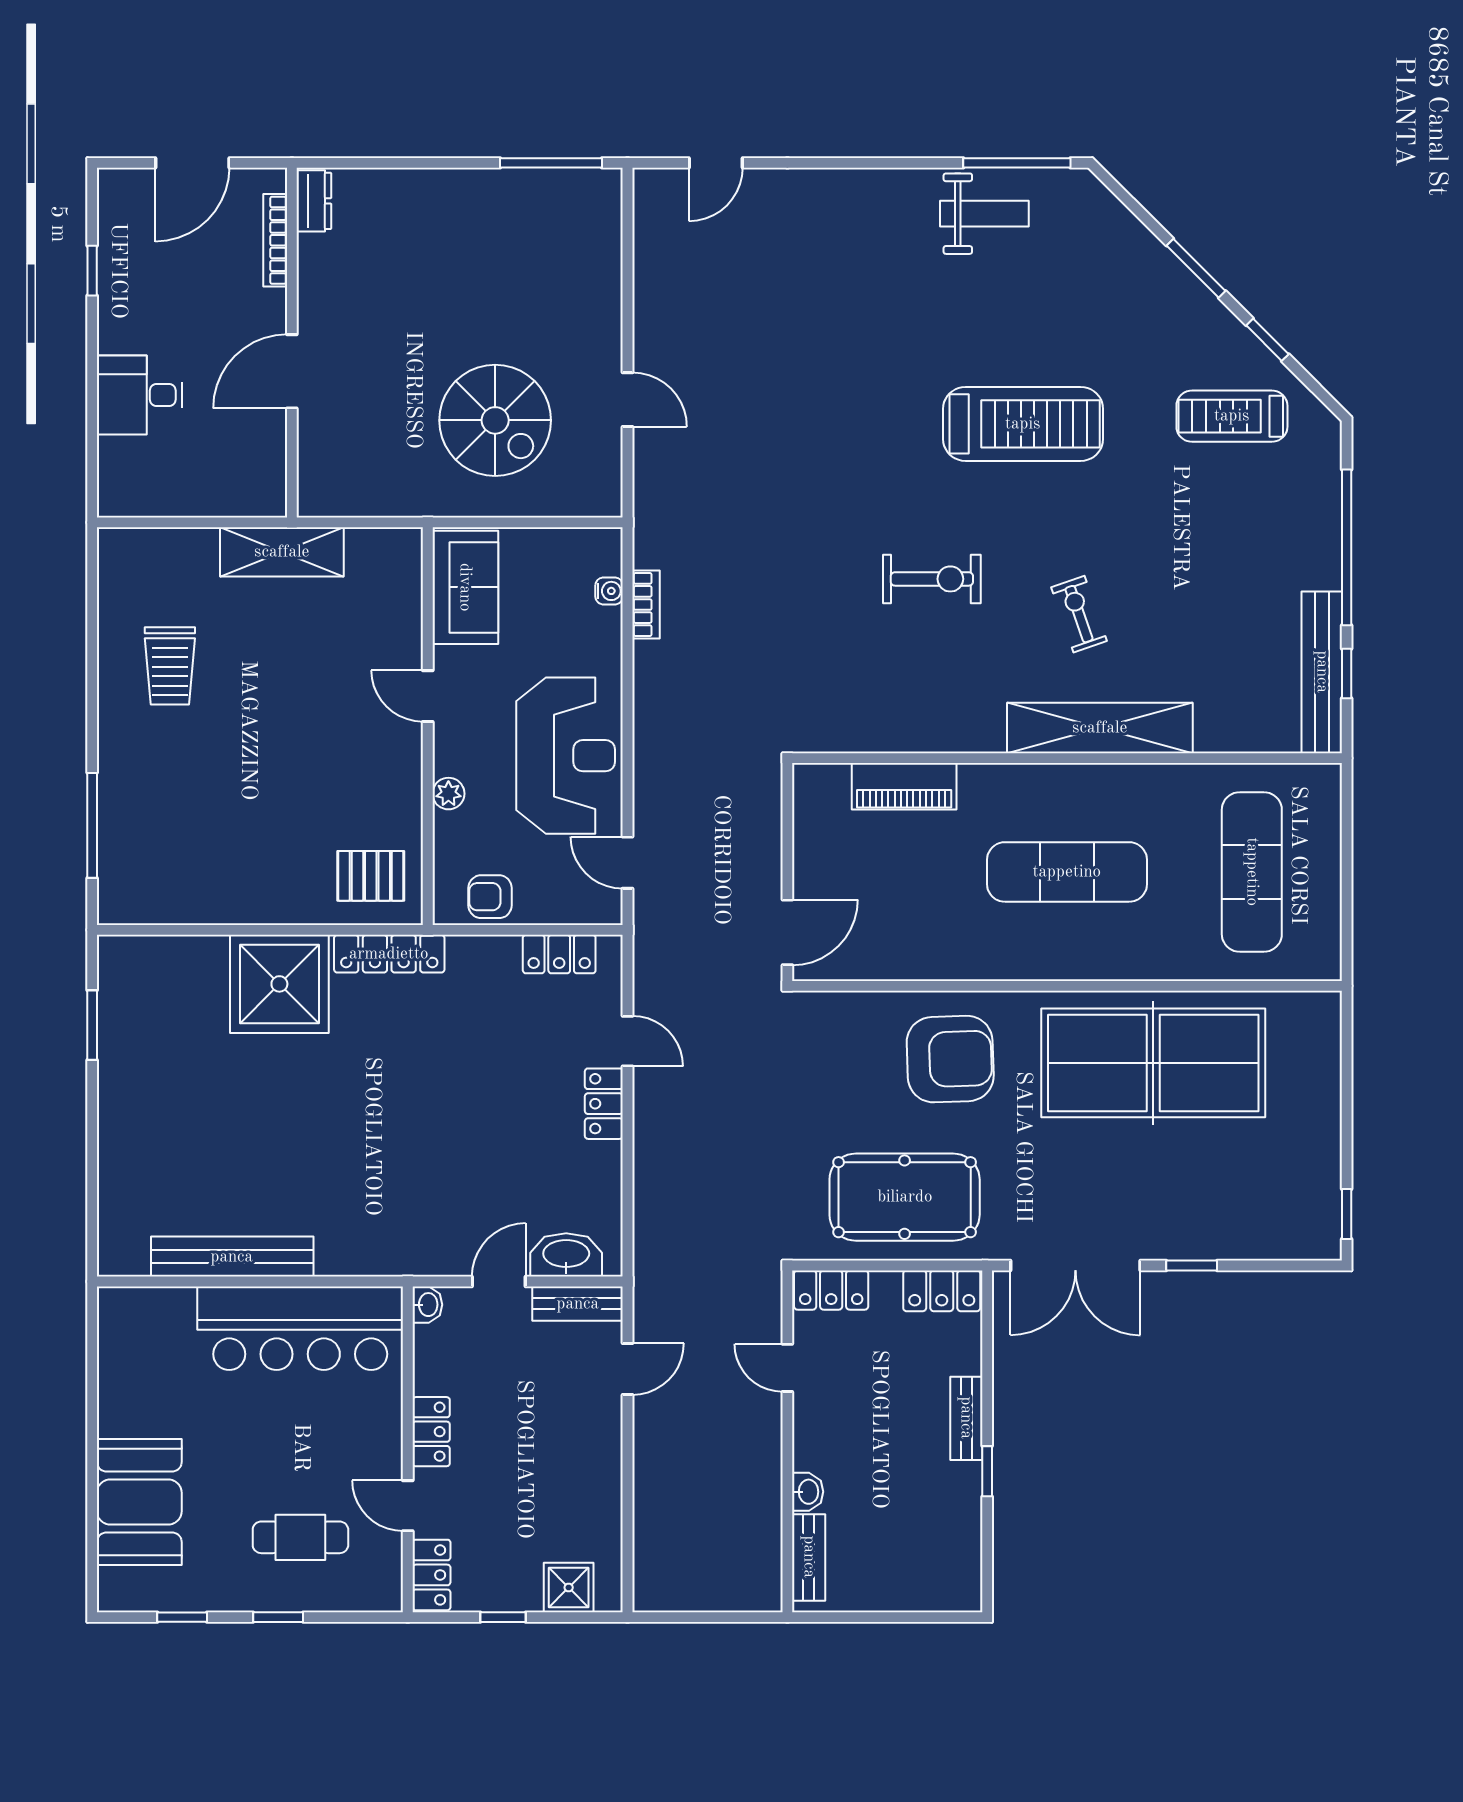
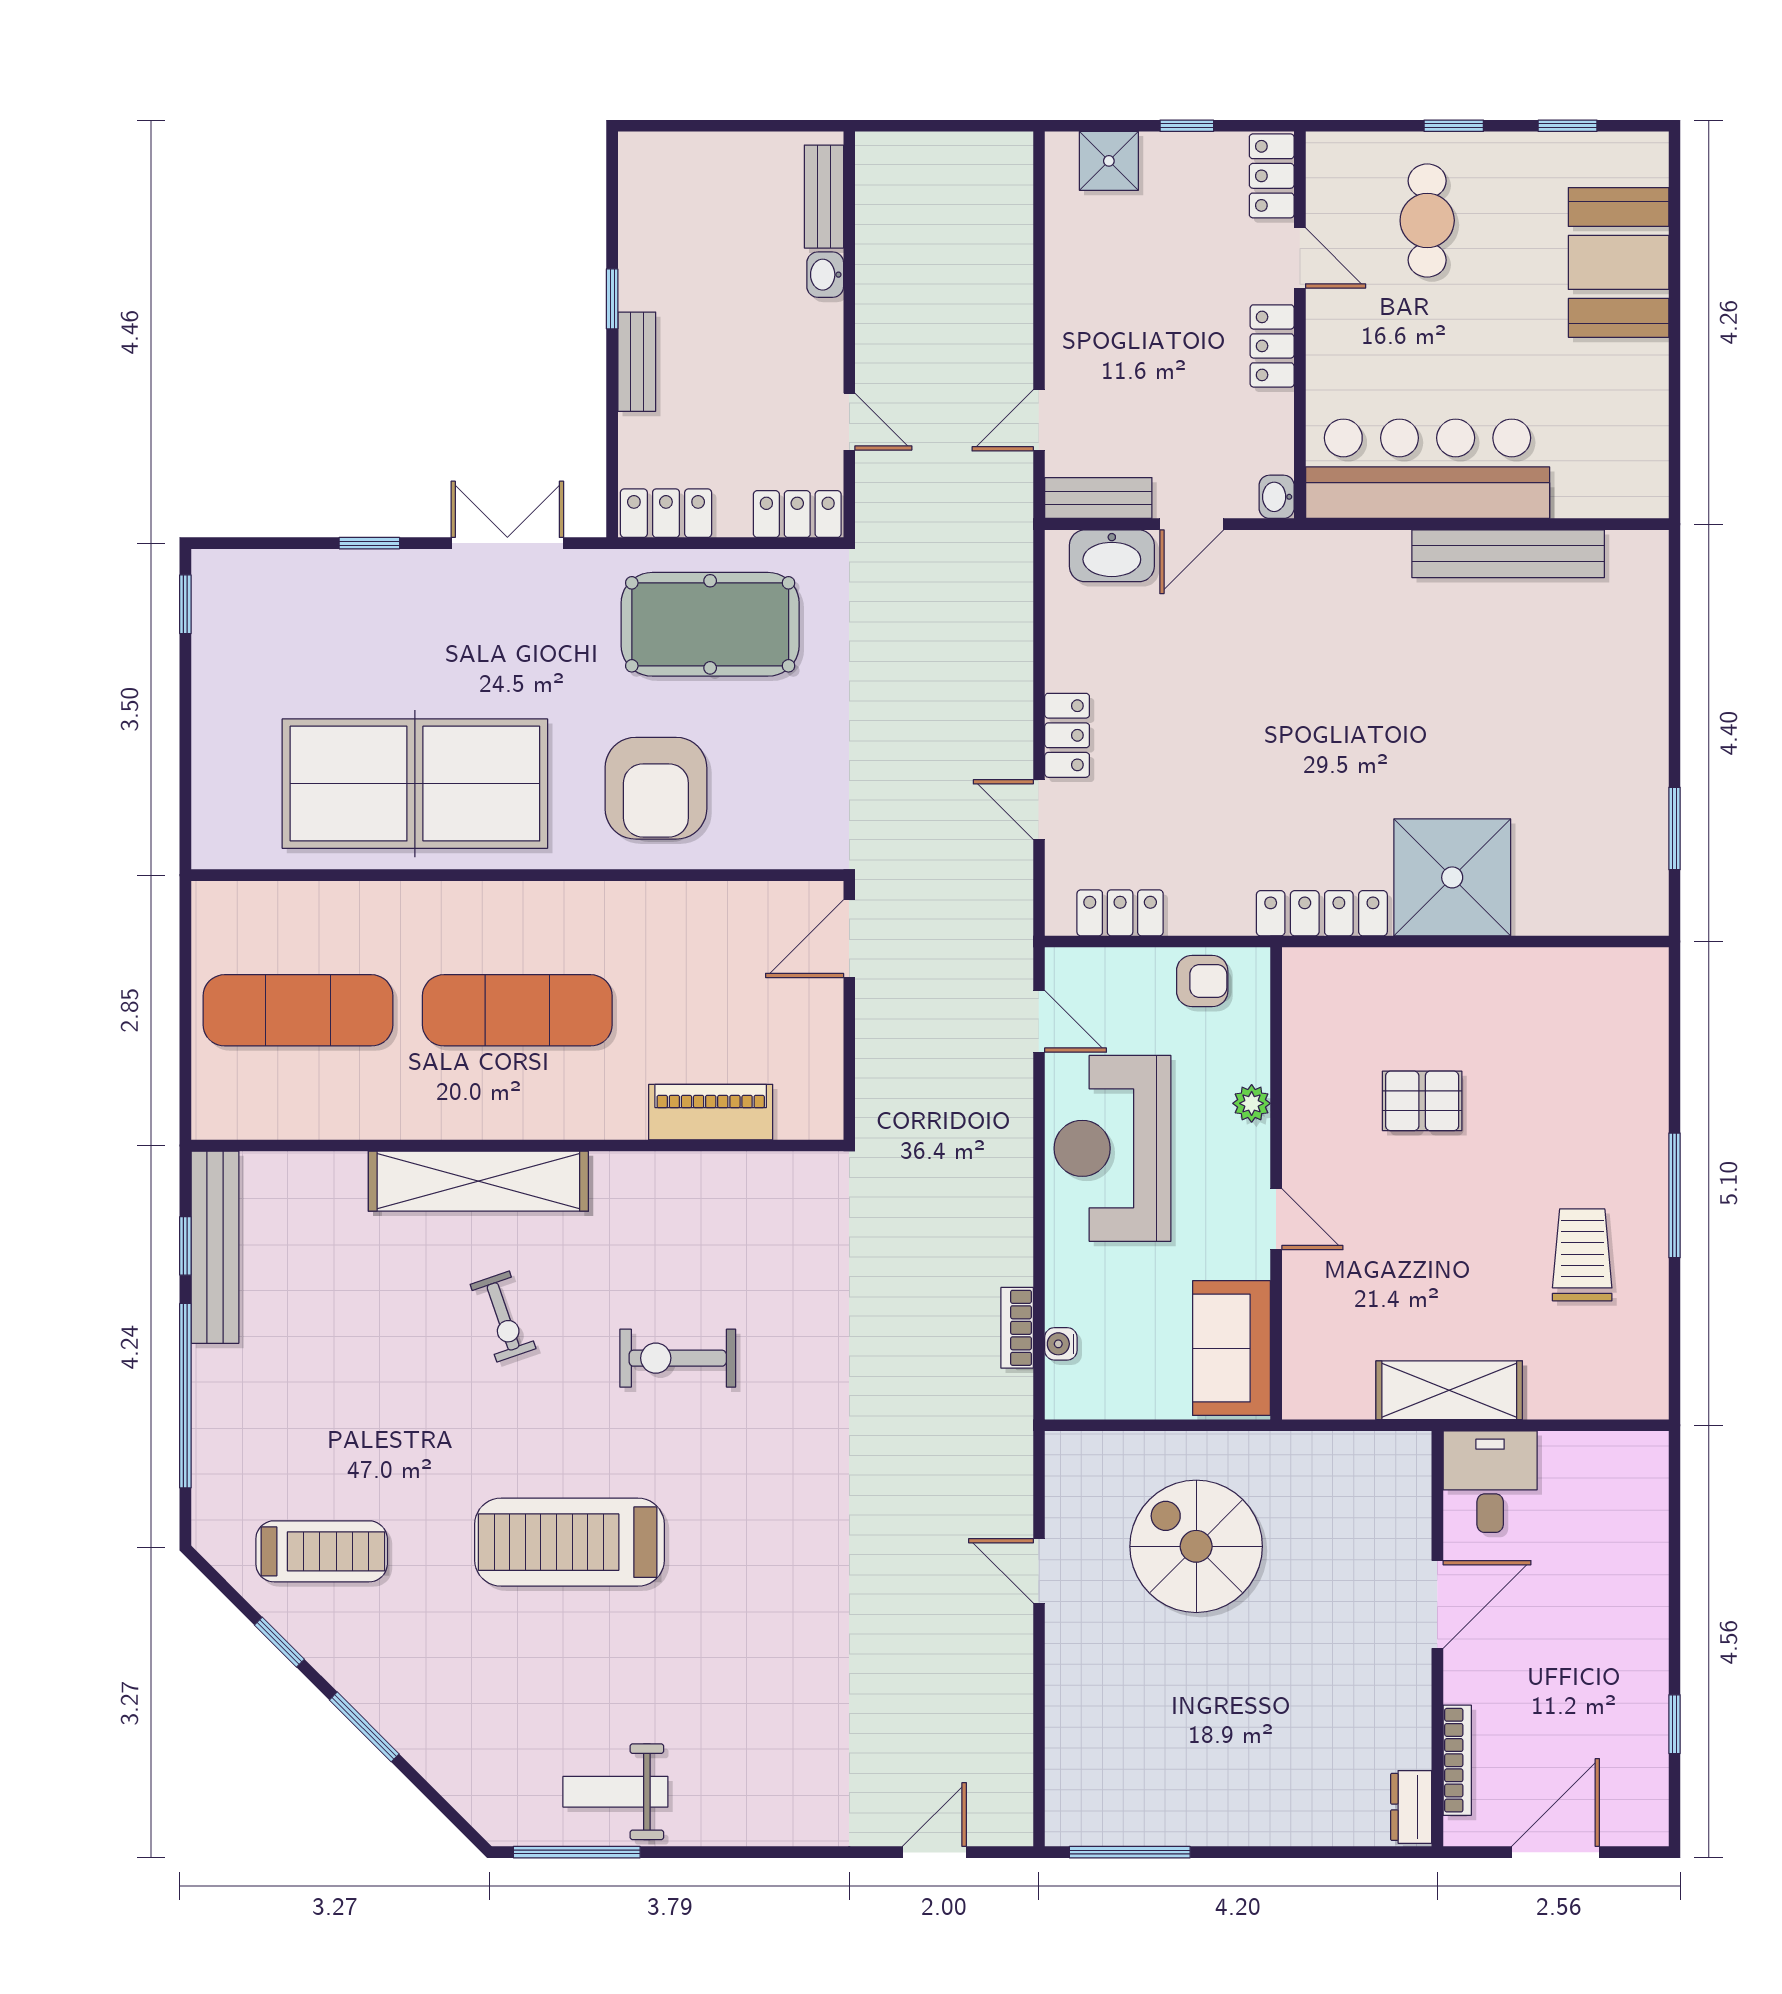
desk: (140, 395) -> (1490, 1482), moved, turned -90
window: (92, 825) -> (1674, 1195), moved
exercise mat: (1252, 872) -> (298, 1010), turned 90
pallet: (371, 876) -> (1422, 1101), moved
armchair: (950, 1059) -> (656, 788), turned -88
double door: (1075, 1266) -> (507, 543), width x0.73
cafe table: (300, 1537) -> (1427, 220), turned 90

